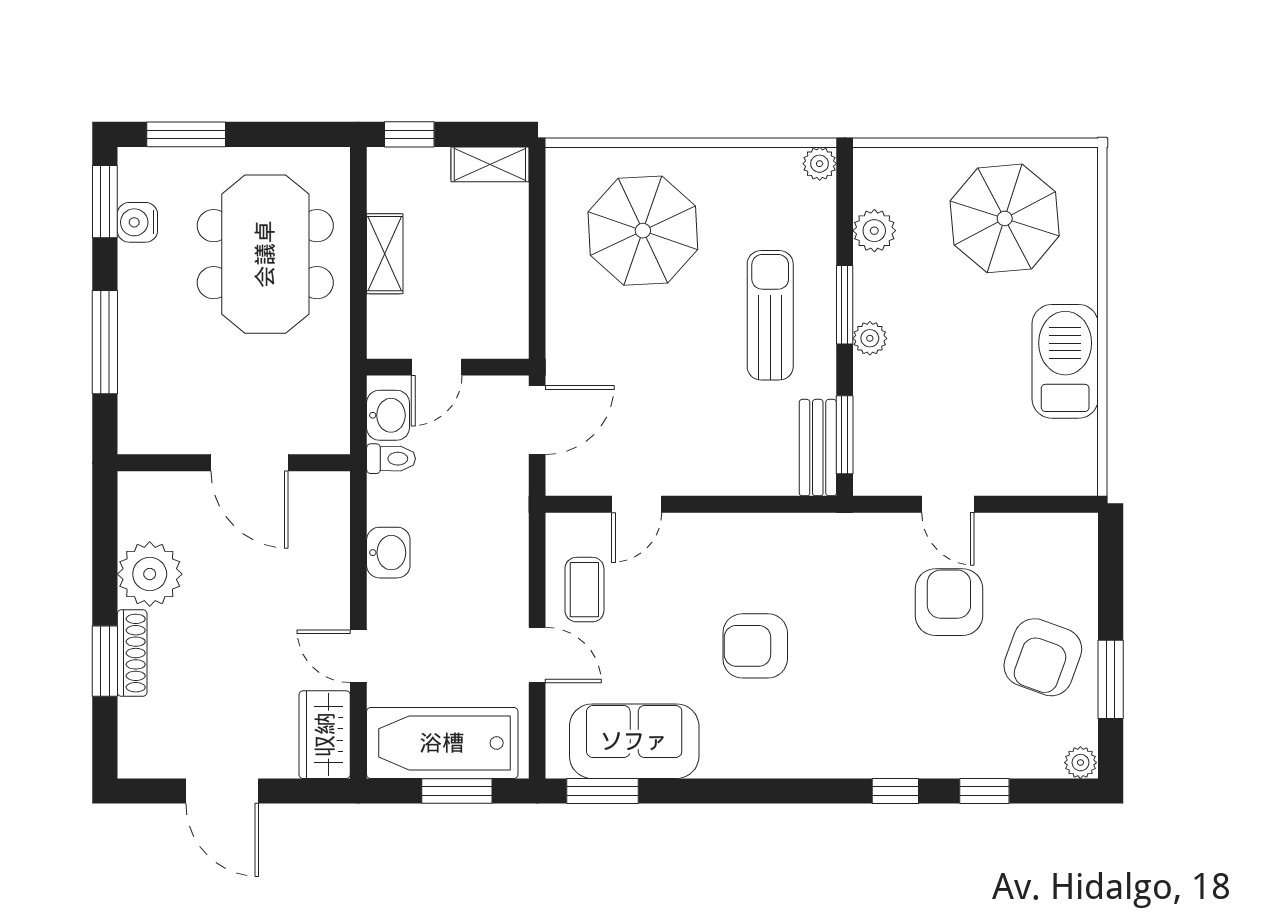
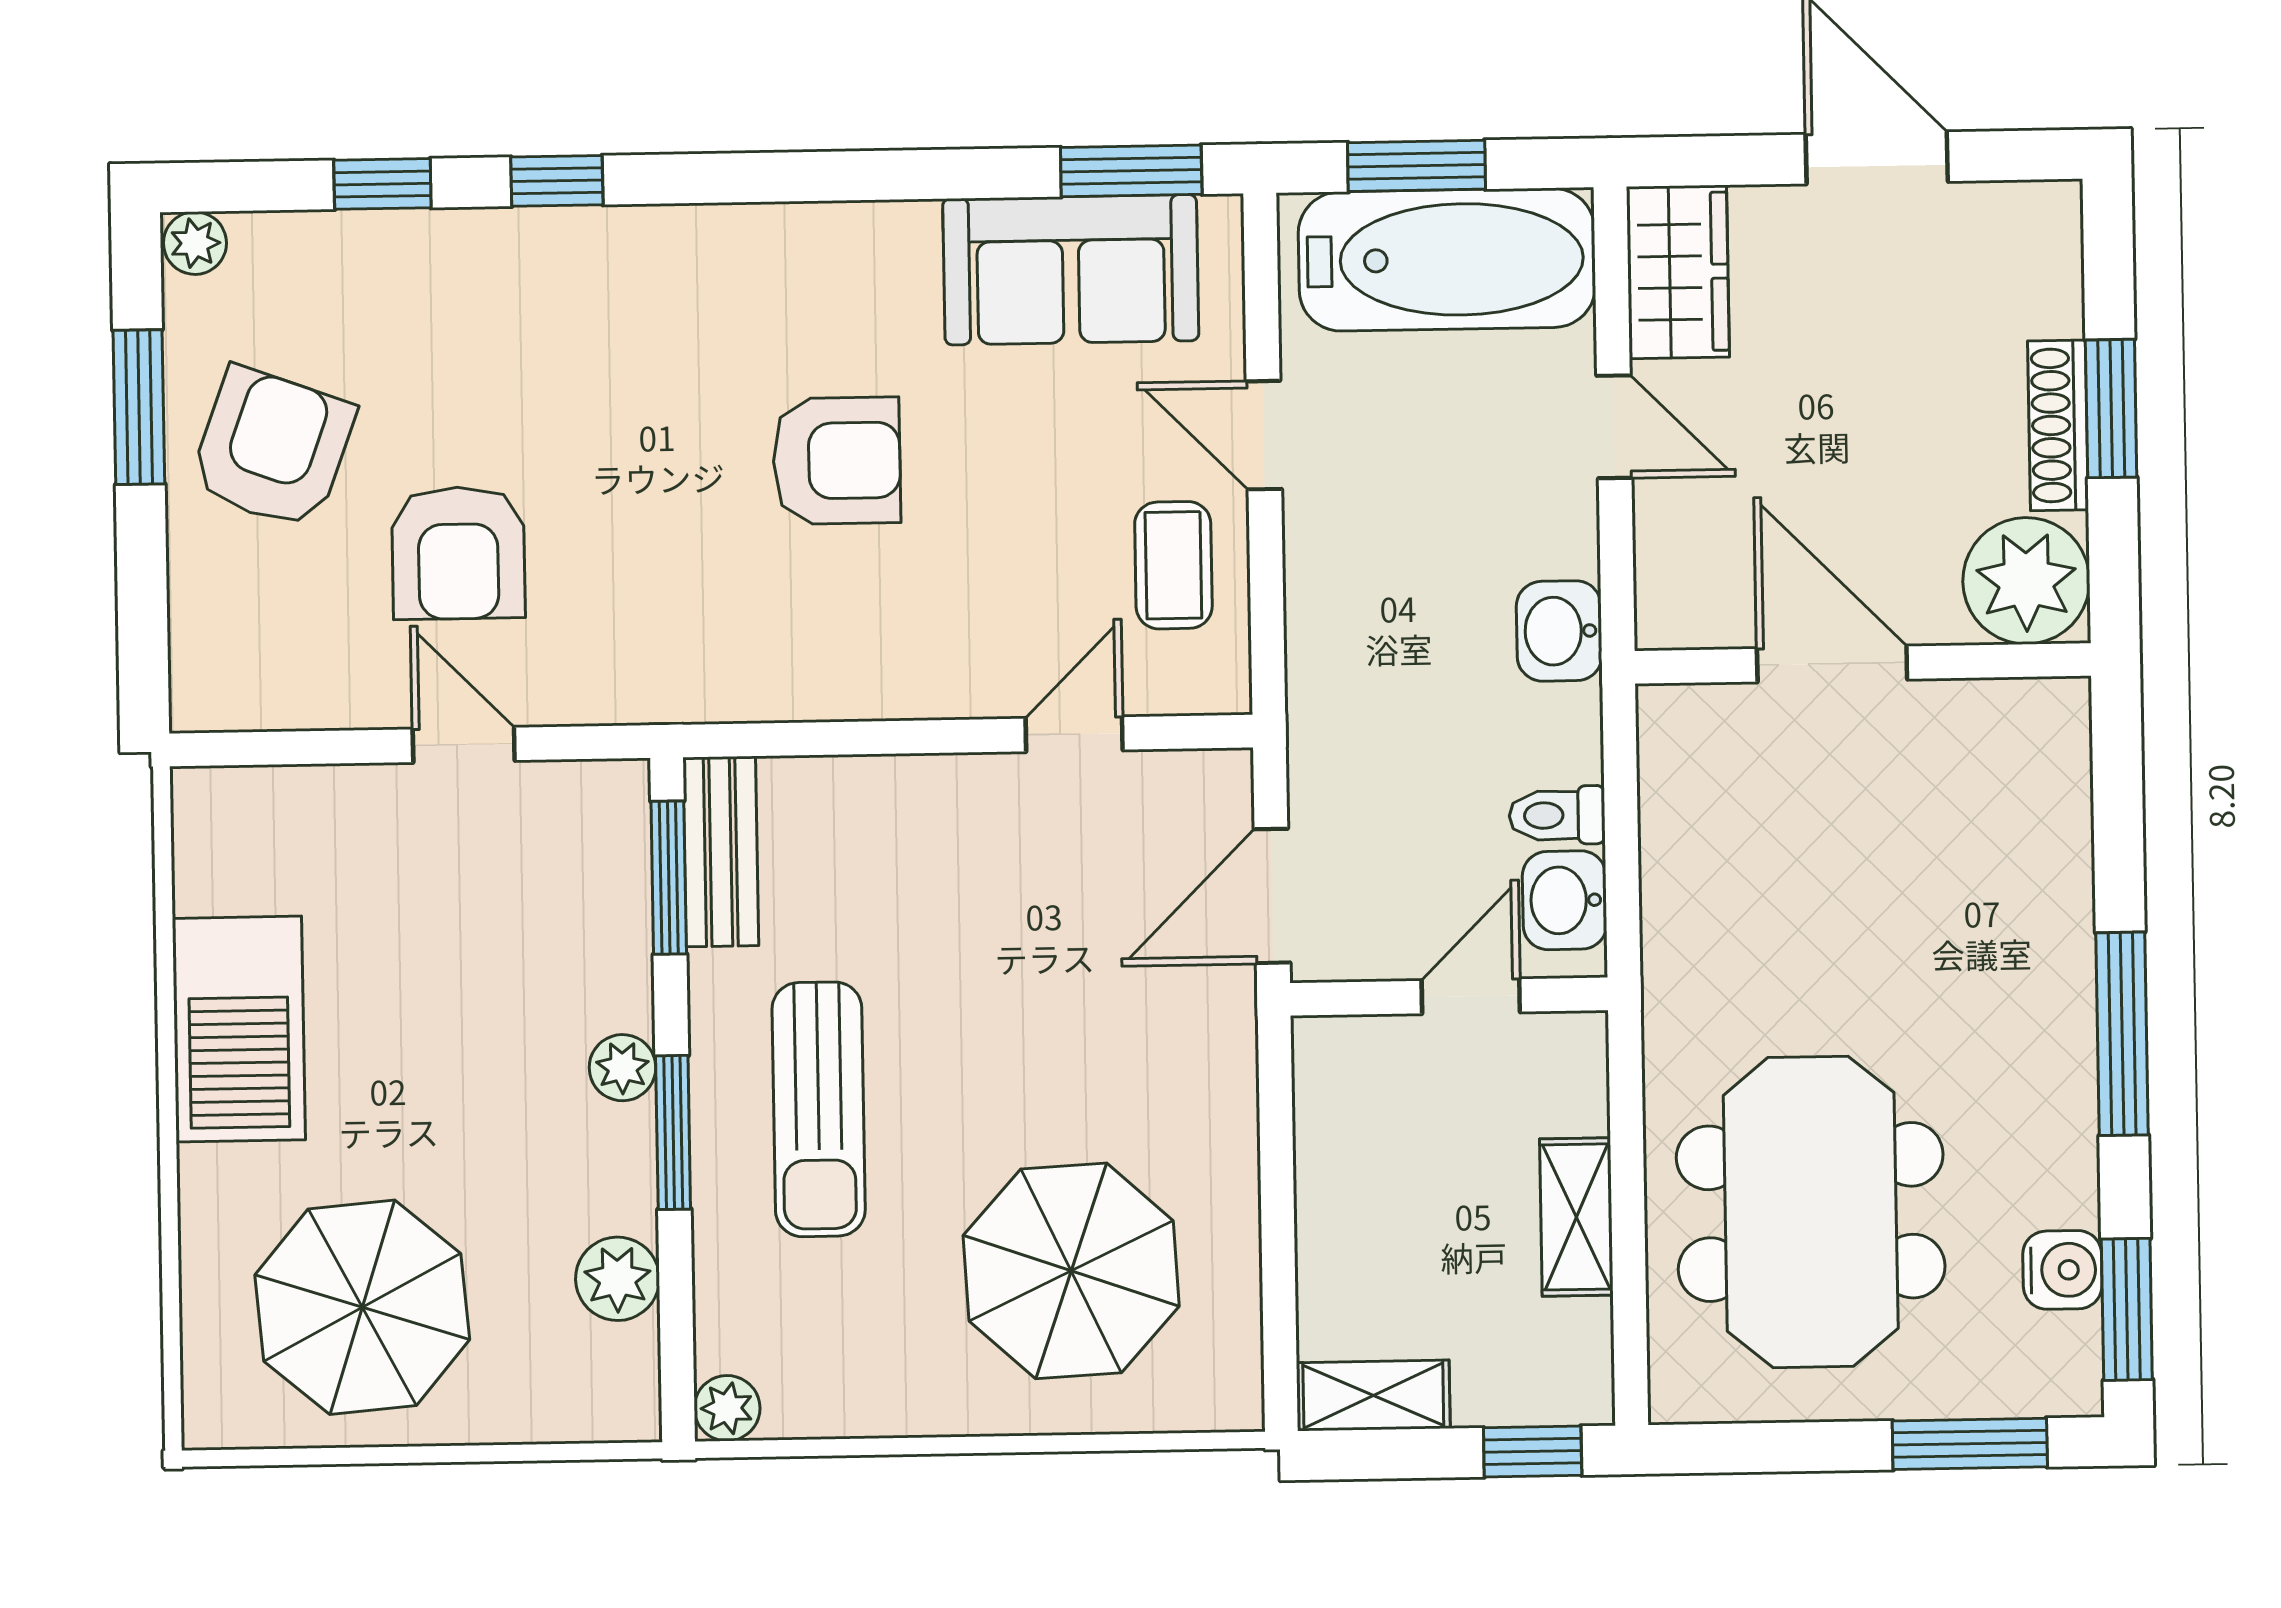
wall: (234, 463) -> (1863, 663), moved
door: (249, 463) -> (1832, 664), moved

